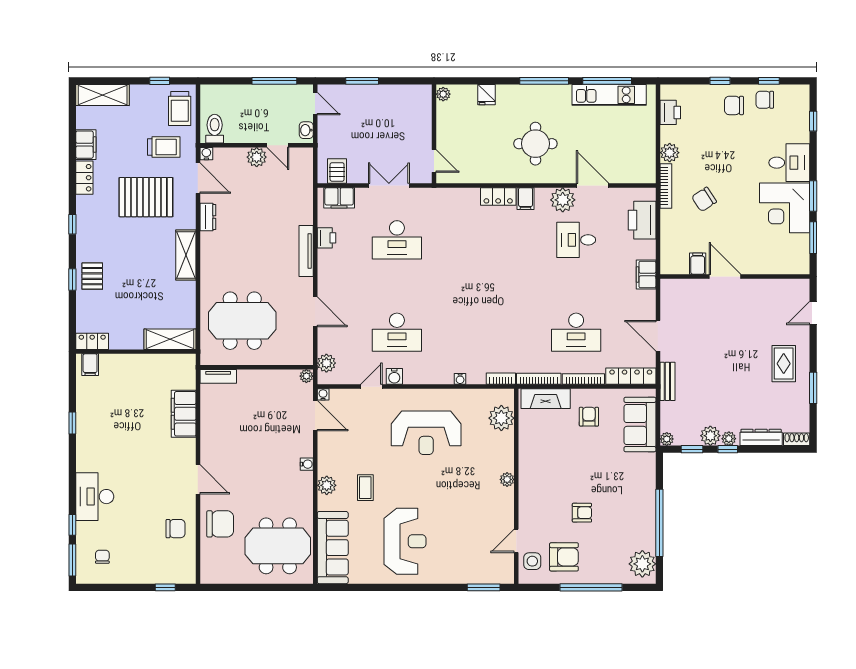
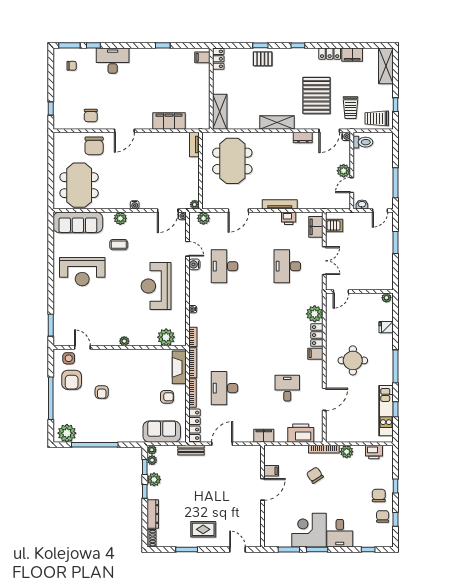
window: (607, 81) -> (395, 409), width x0.46
plant: (563, 200) -> (315, 314), moved
plant: (729, 439) -> (152, 460), moved

